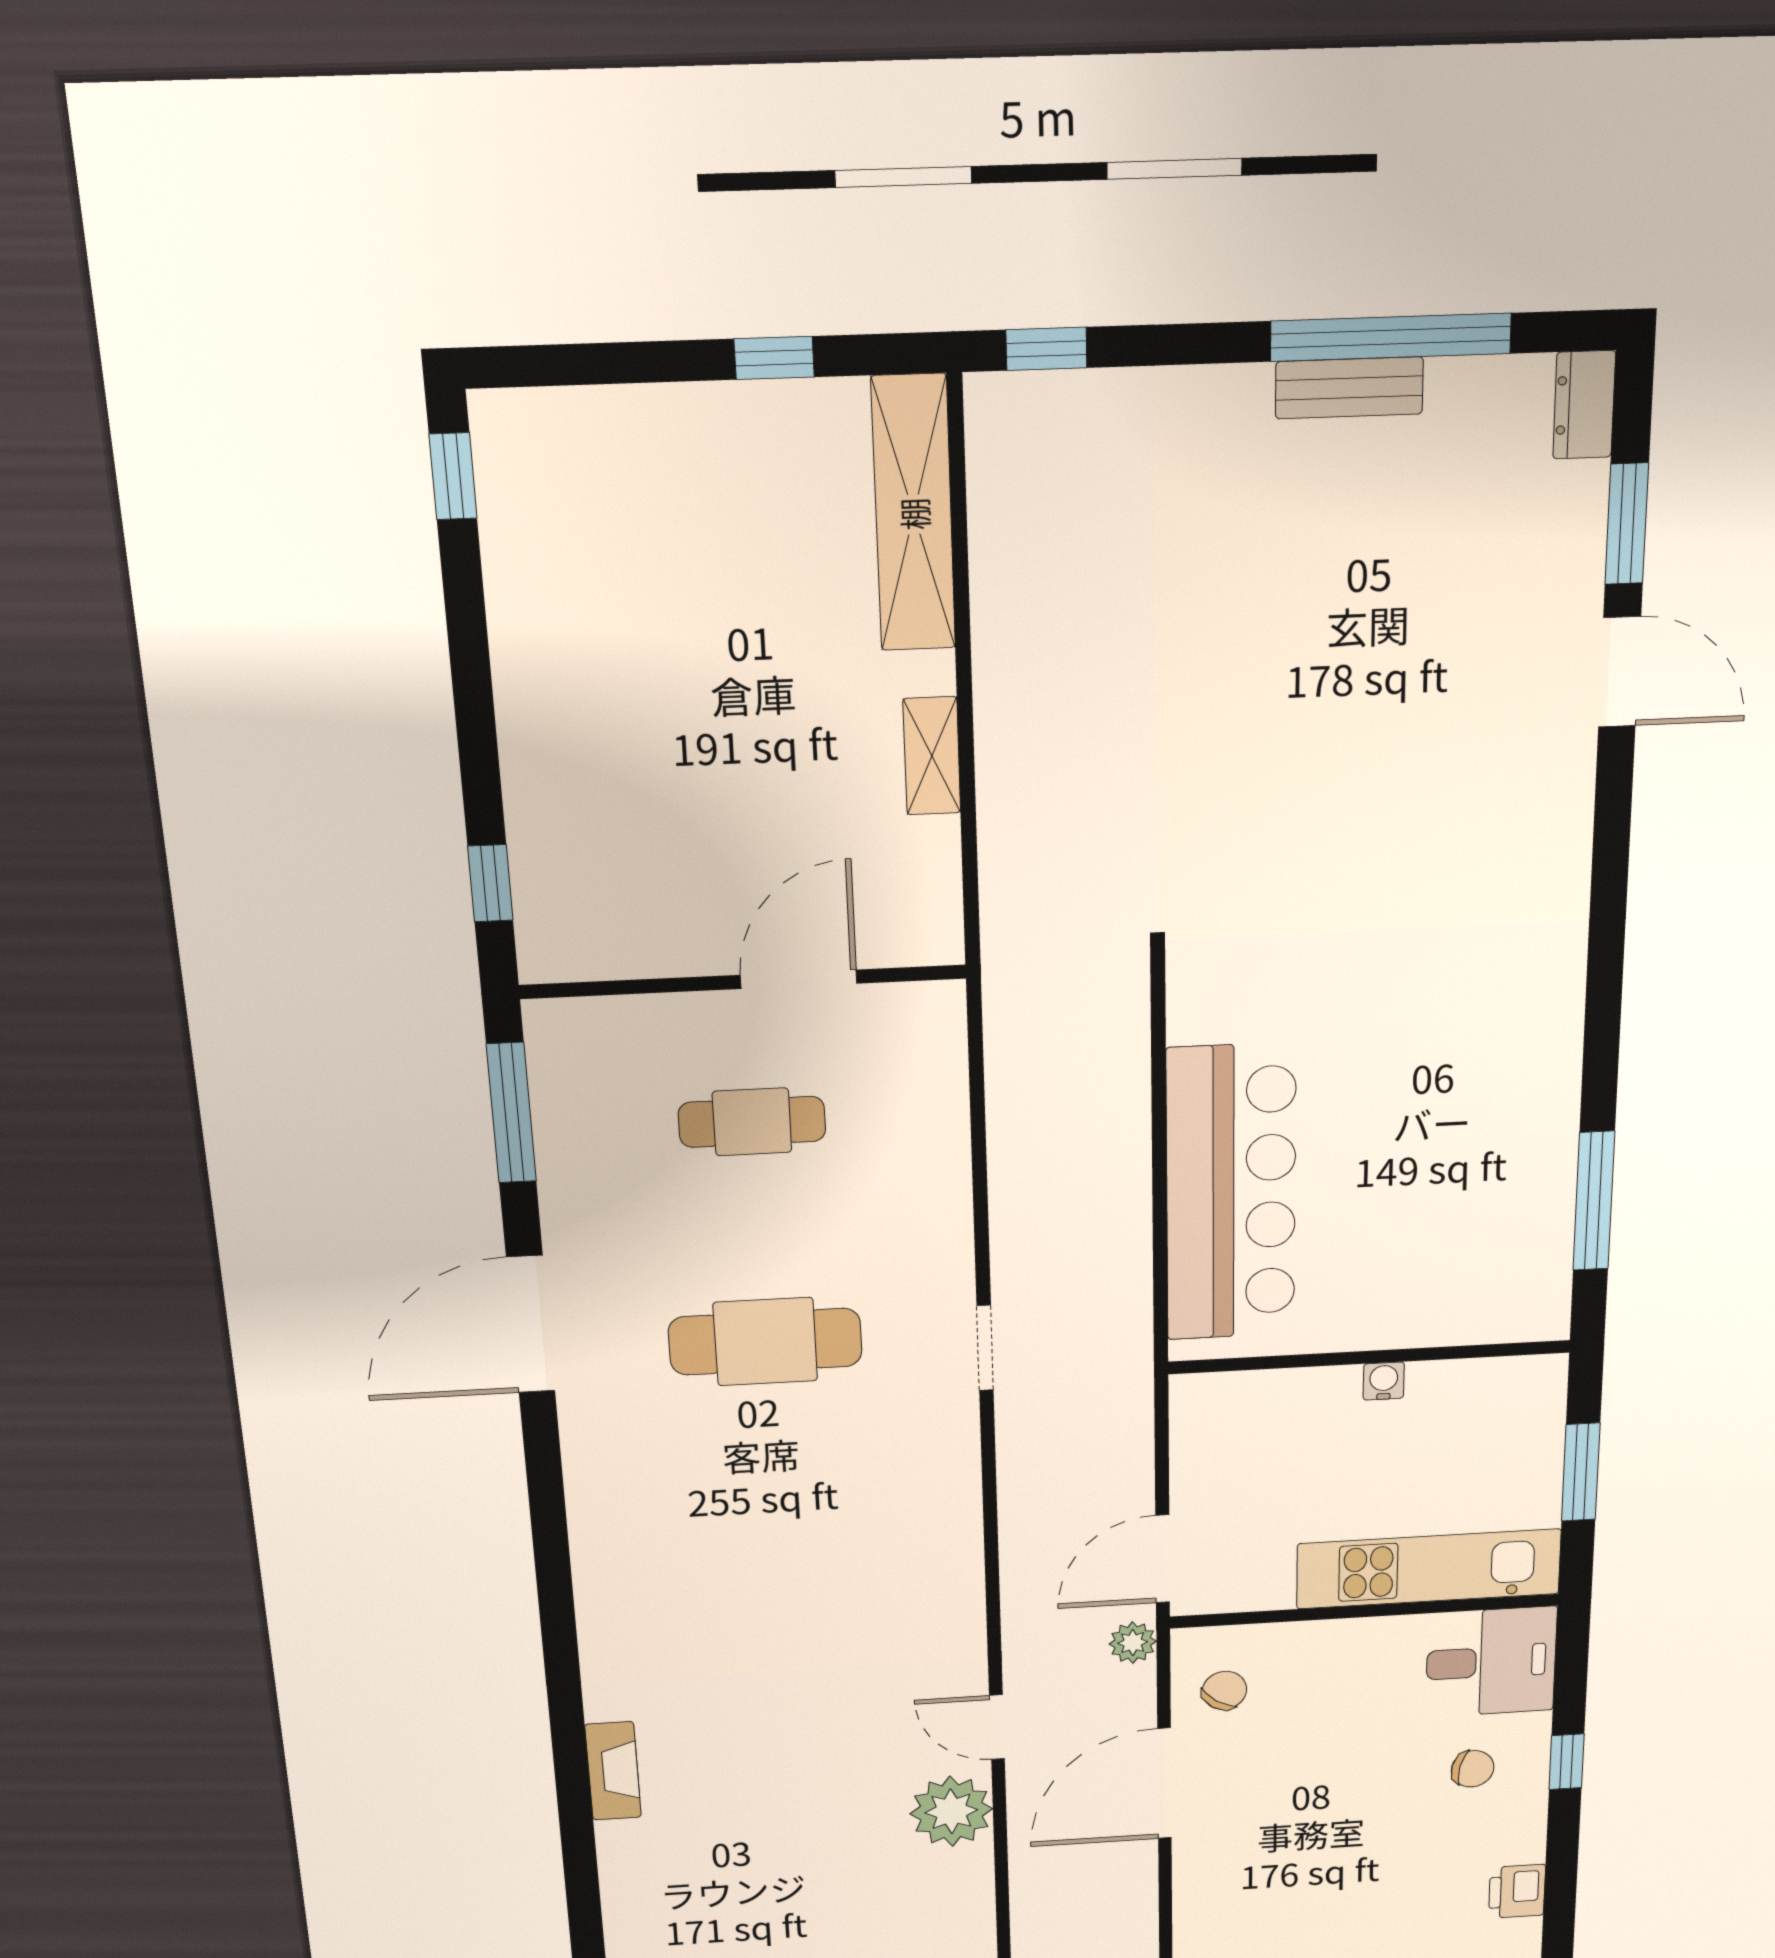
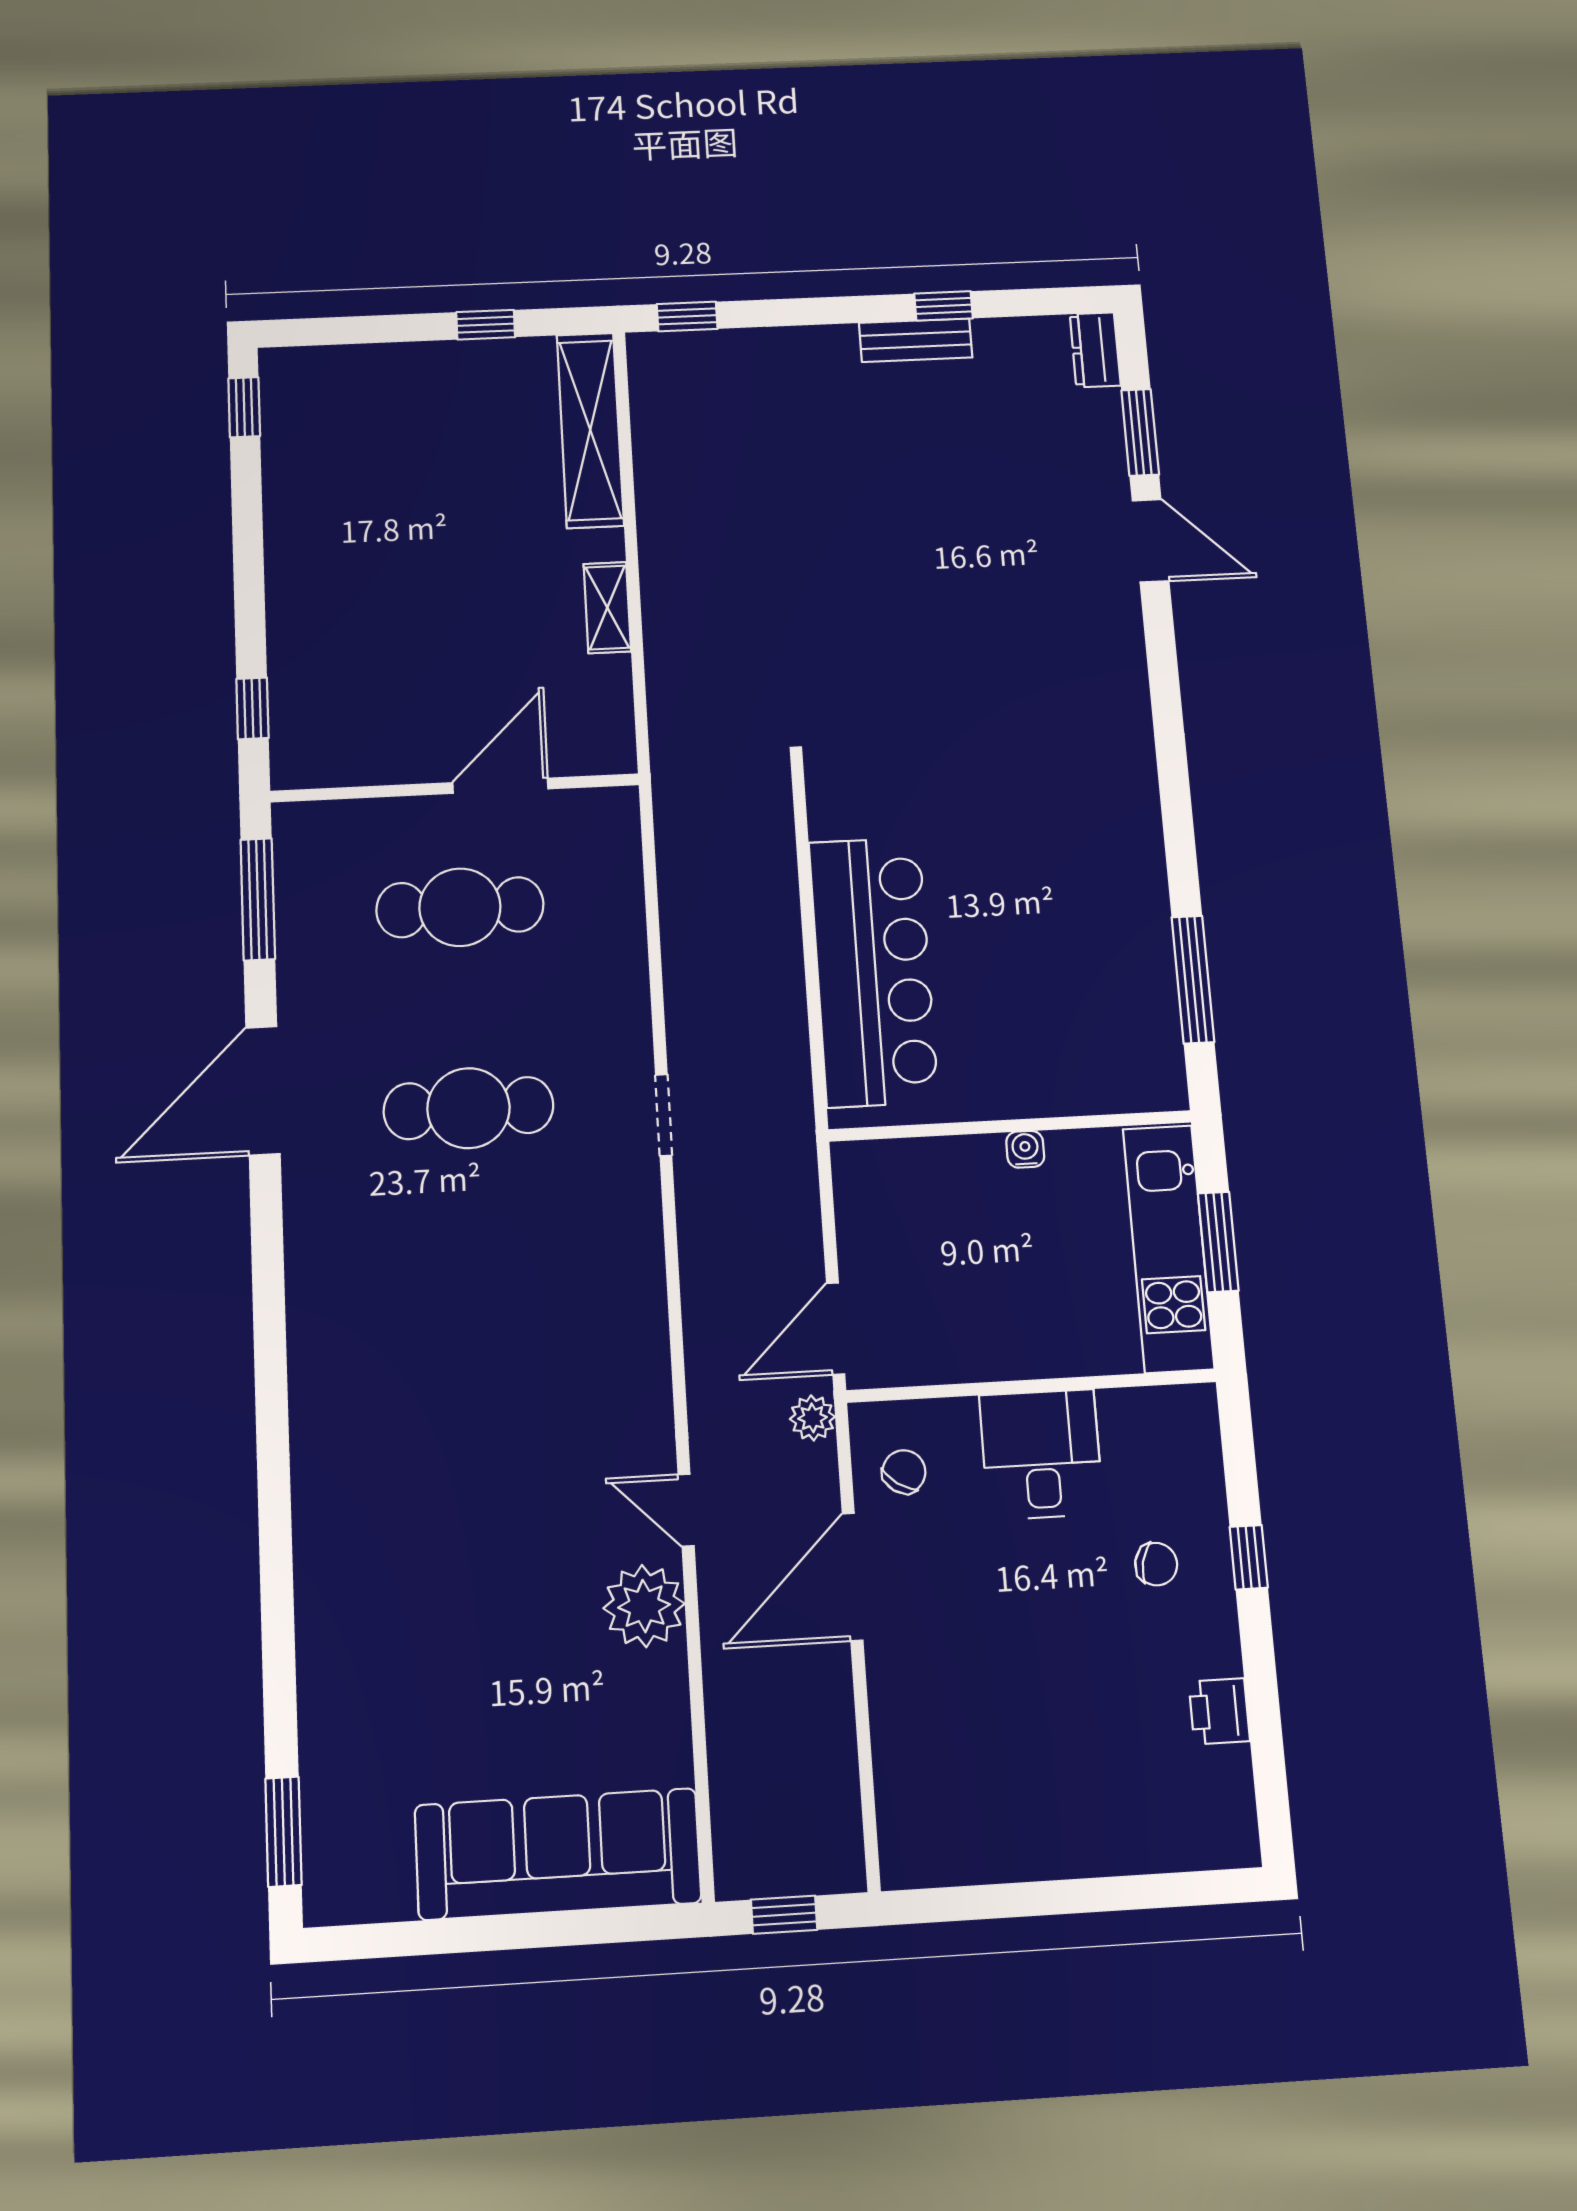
window: (1391, 337) -> (944, 306), width x0.32
cafe table: (752, 1122) -> (460, 907), width x1.37, depth x1.35
kitchen unit: (1429, 1569) -> (1168, 1248), moved, turned -90
desk: (1491, 1662) -> (1041, 1454), moved, turned -90
fireplace: (613, 1771) -> (316, 1555), removed

